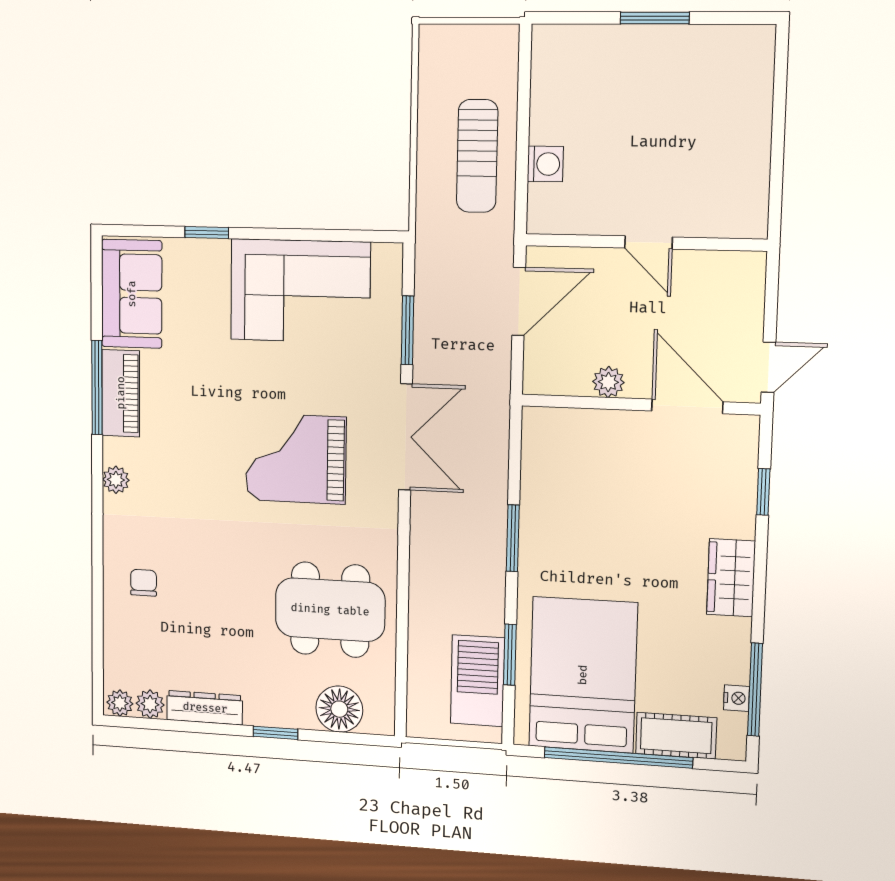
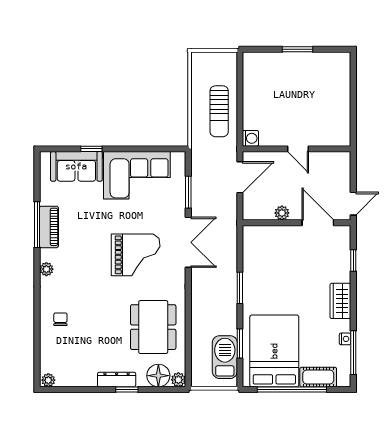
washing machine: (545, 164) -> (250, 138), moved
sofa: (132, 294) -> (76, 166), moved, turned 90
grand piano: (296, 459) -> (136, 255), turned 180
dining table: (330, 610) -> (153, 327), turned 90
nightstand: (736, 698) -> (345, 339), moved
plant: (150, 704) -> (178, 380), moved
dresser: (205, 708) -> (117, 380), moved

